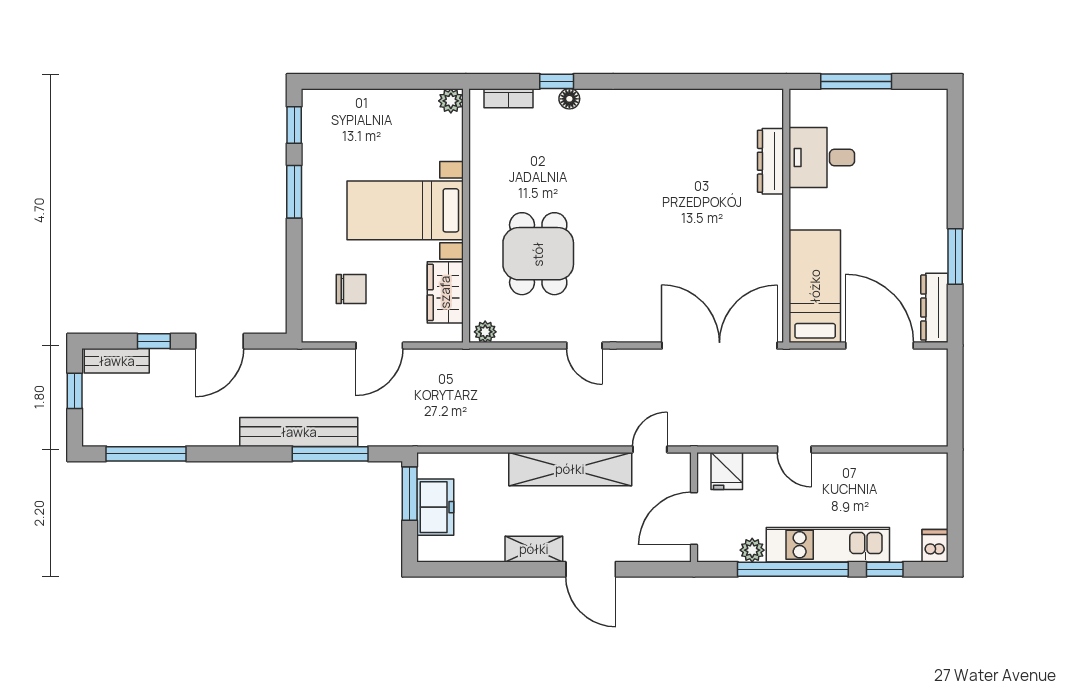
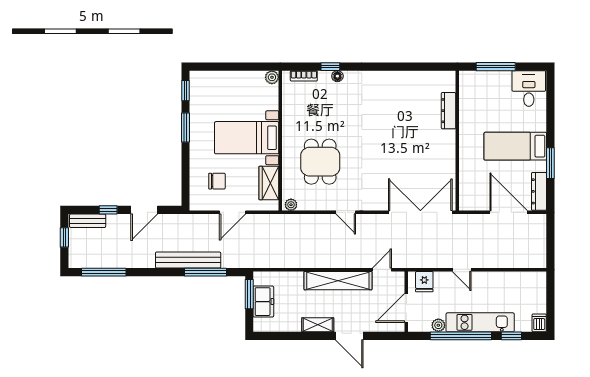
desk: (822, 158) -> (529, 88), moved, turned 90
bed: (815, 286) -> (515, 146), moved, turned -90

